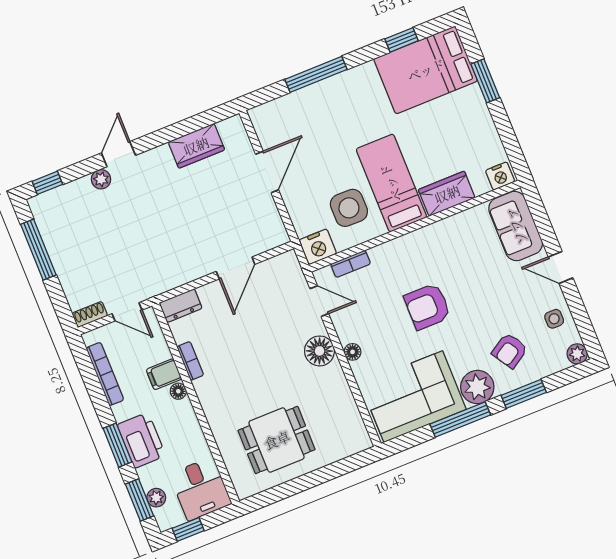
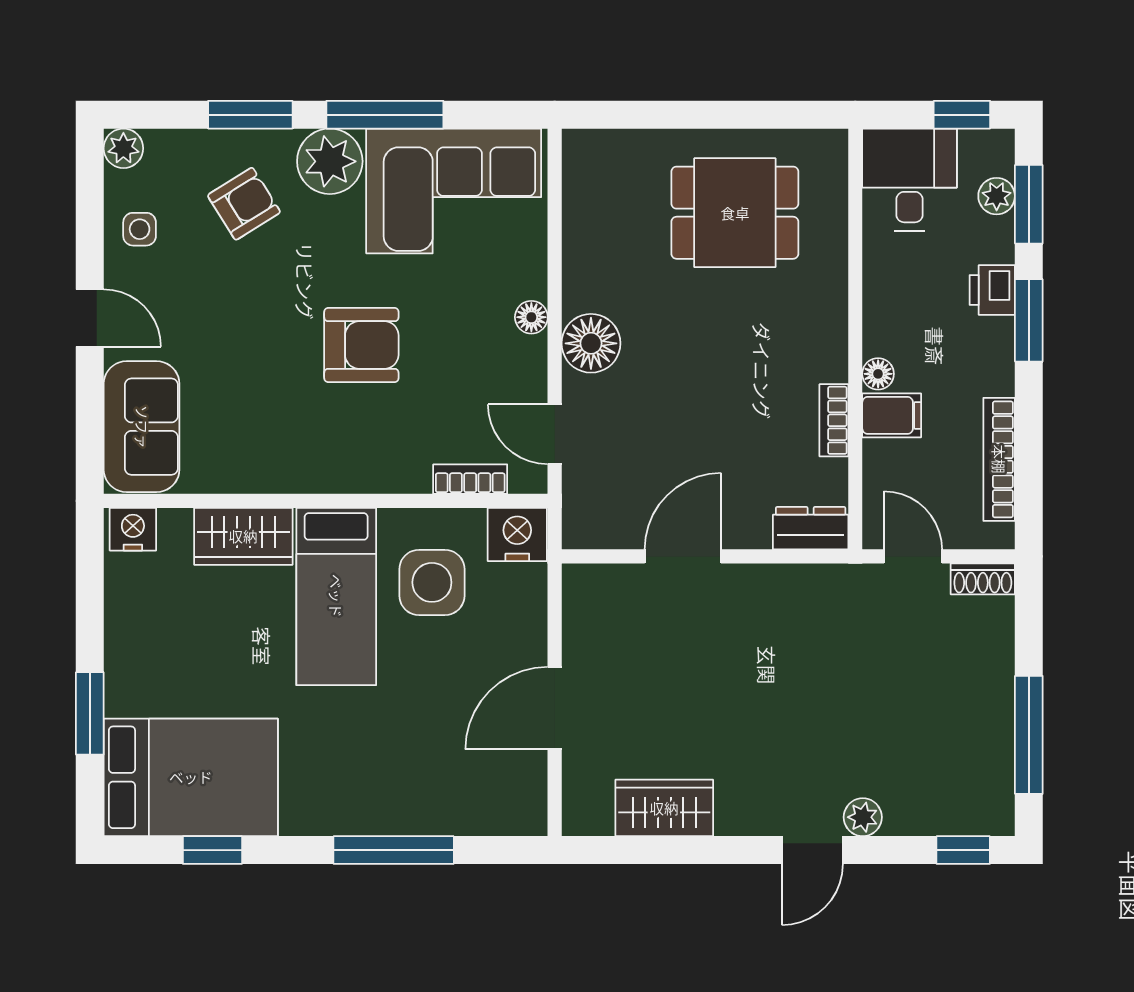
printer: (141, 440) -> (992, 290), width x0.53, depth x0.68

